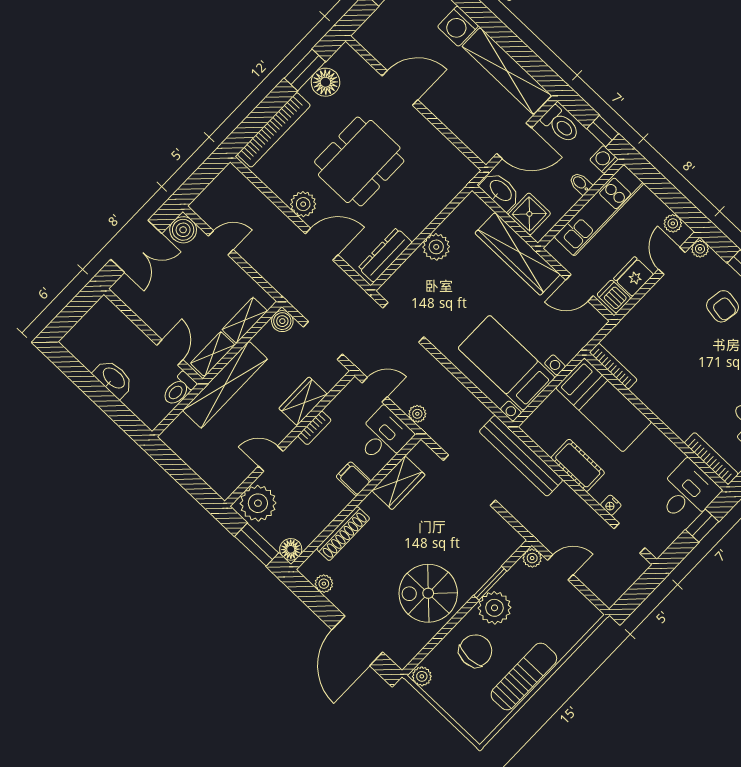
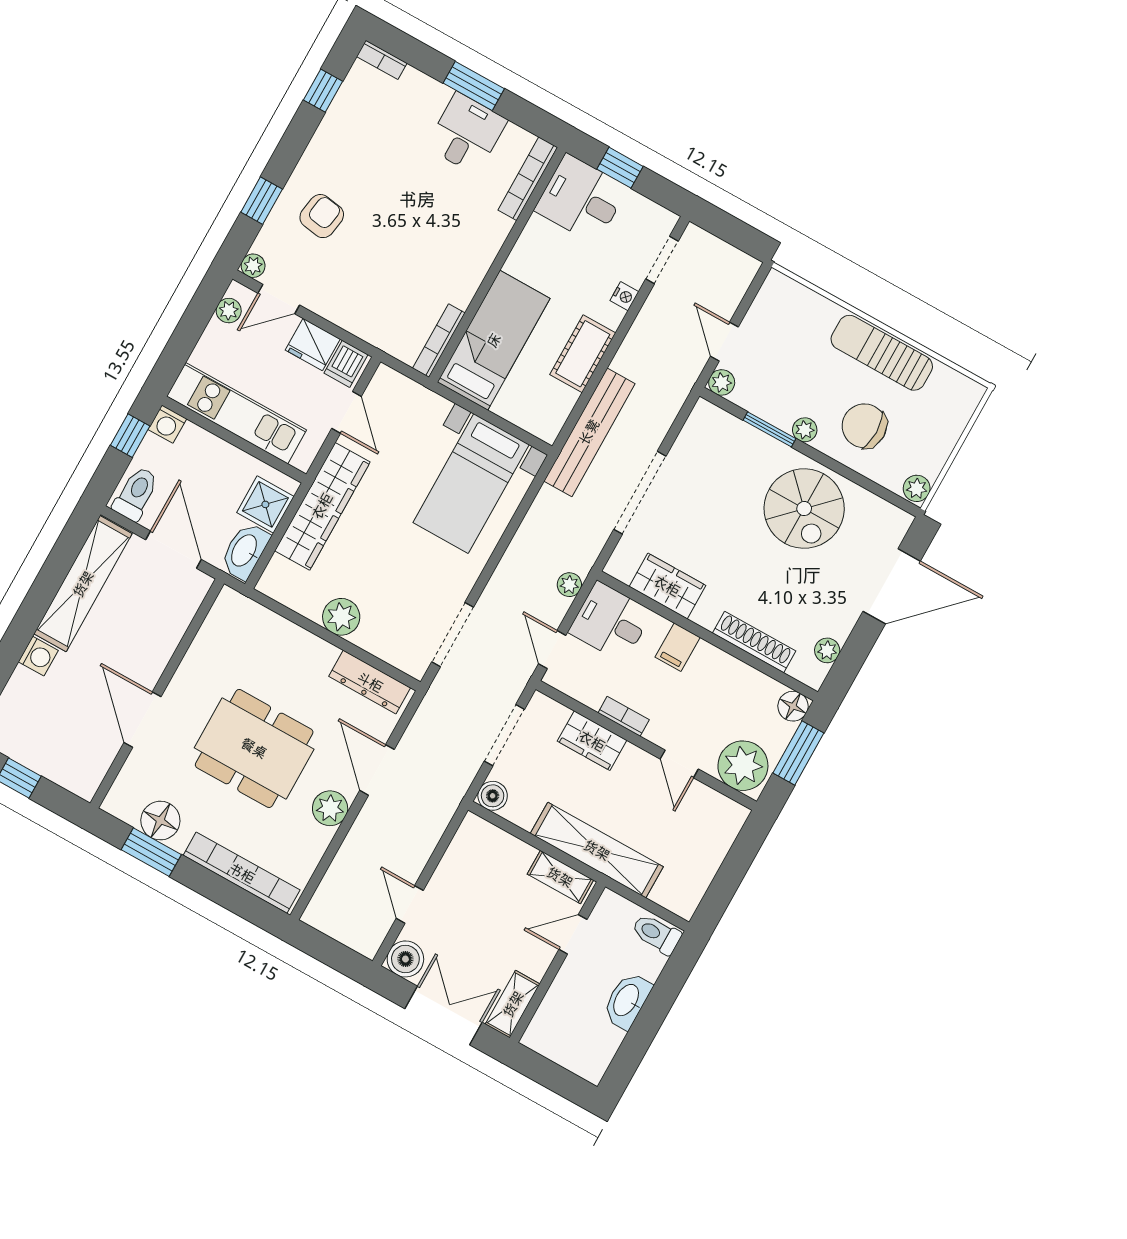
washing machine: (458, 26) -> (38, 656), width x0.73, depth x0.73
bidet: (581, 183) -> (207, 447), removed
shelving: (245, 320) -> (513, 1004), moved, turned 90
toilet: (179, 389) -> (656, 934), moved, turned 180
plant: (494, 608) -> (805, 430), width x0.53, depth x0.53

